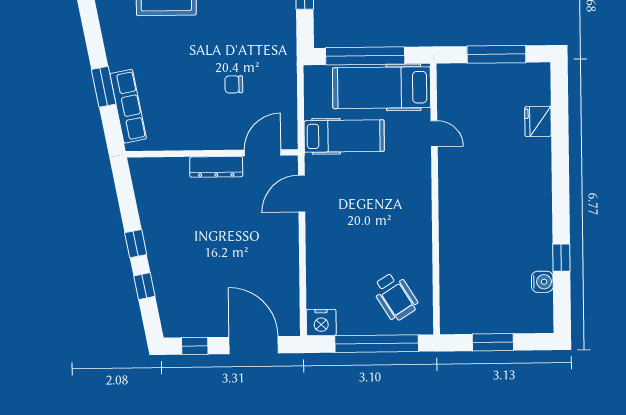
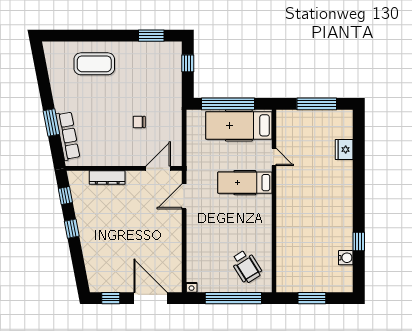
hospital bed: (344, 136) -> (245, 183), moved, turned 180
dresser: (216, 167) -> (107, 177), moved
window: (144, 286) -> (65, 196), moved
nightstand: (321, 323) -> (192, 287), width x0.53, depth x0.56

